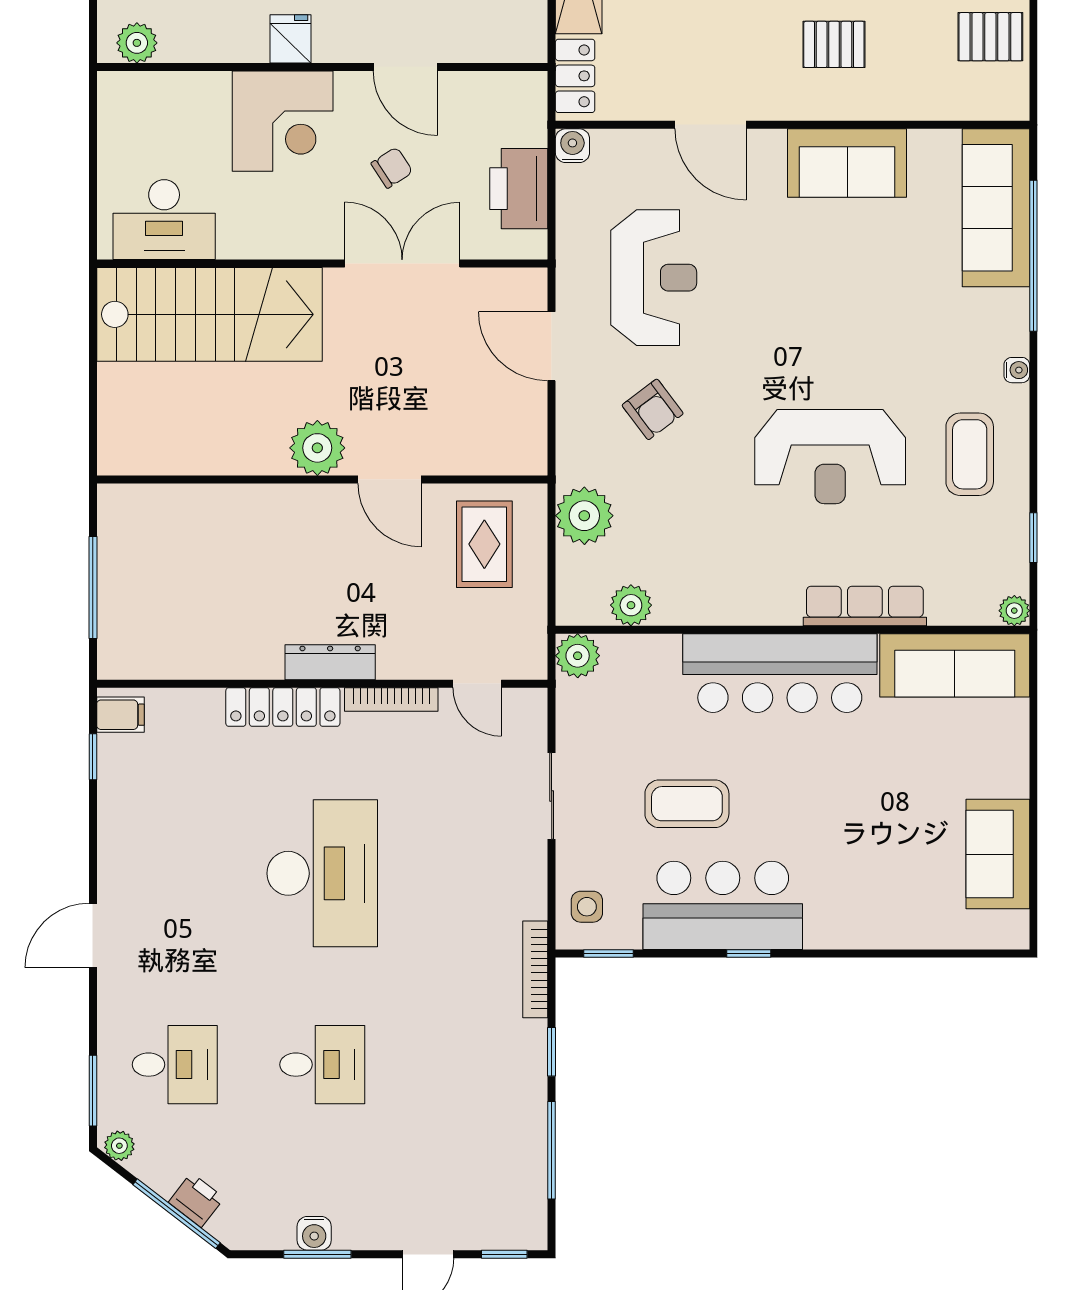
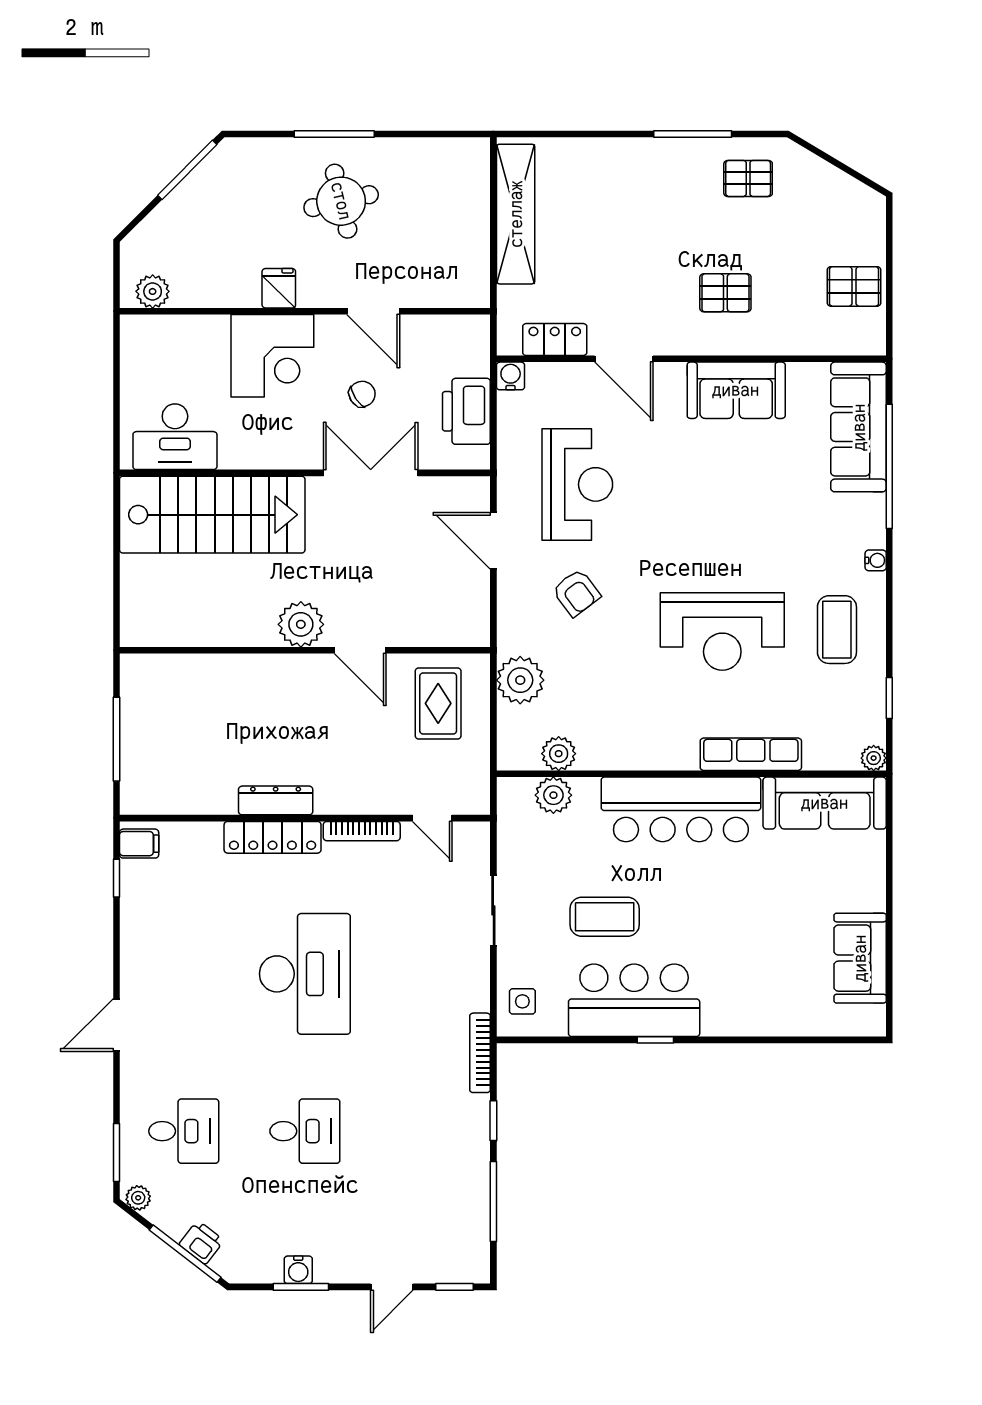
locker: (575, 76) -> (555, 340), moved, turned -90
plant: (578, 656) -> (553, 795), moved
dresser: (330, 662) -> (276, 800), moved
window: (608, 954) -> (540, 1040), removed

